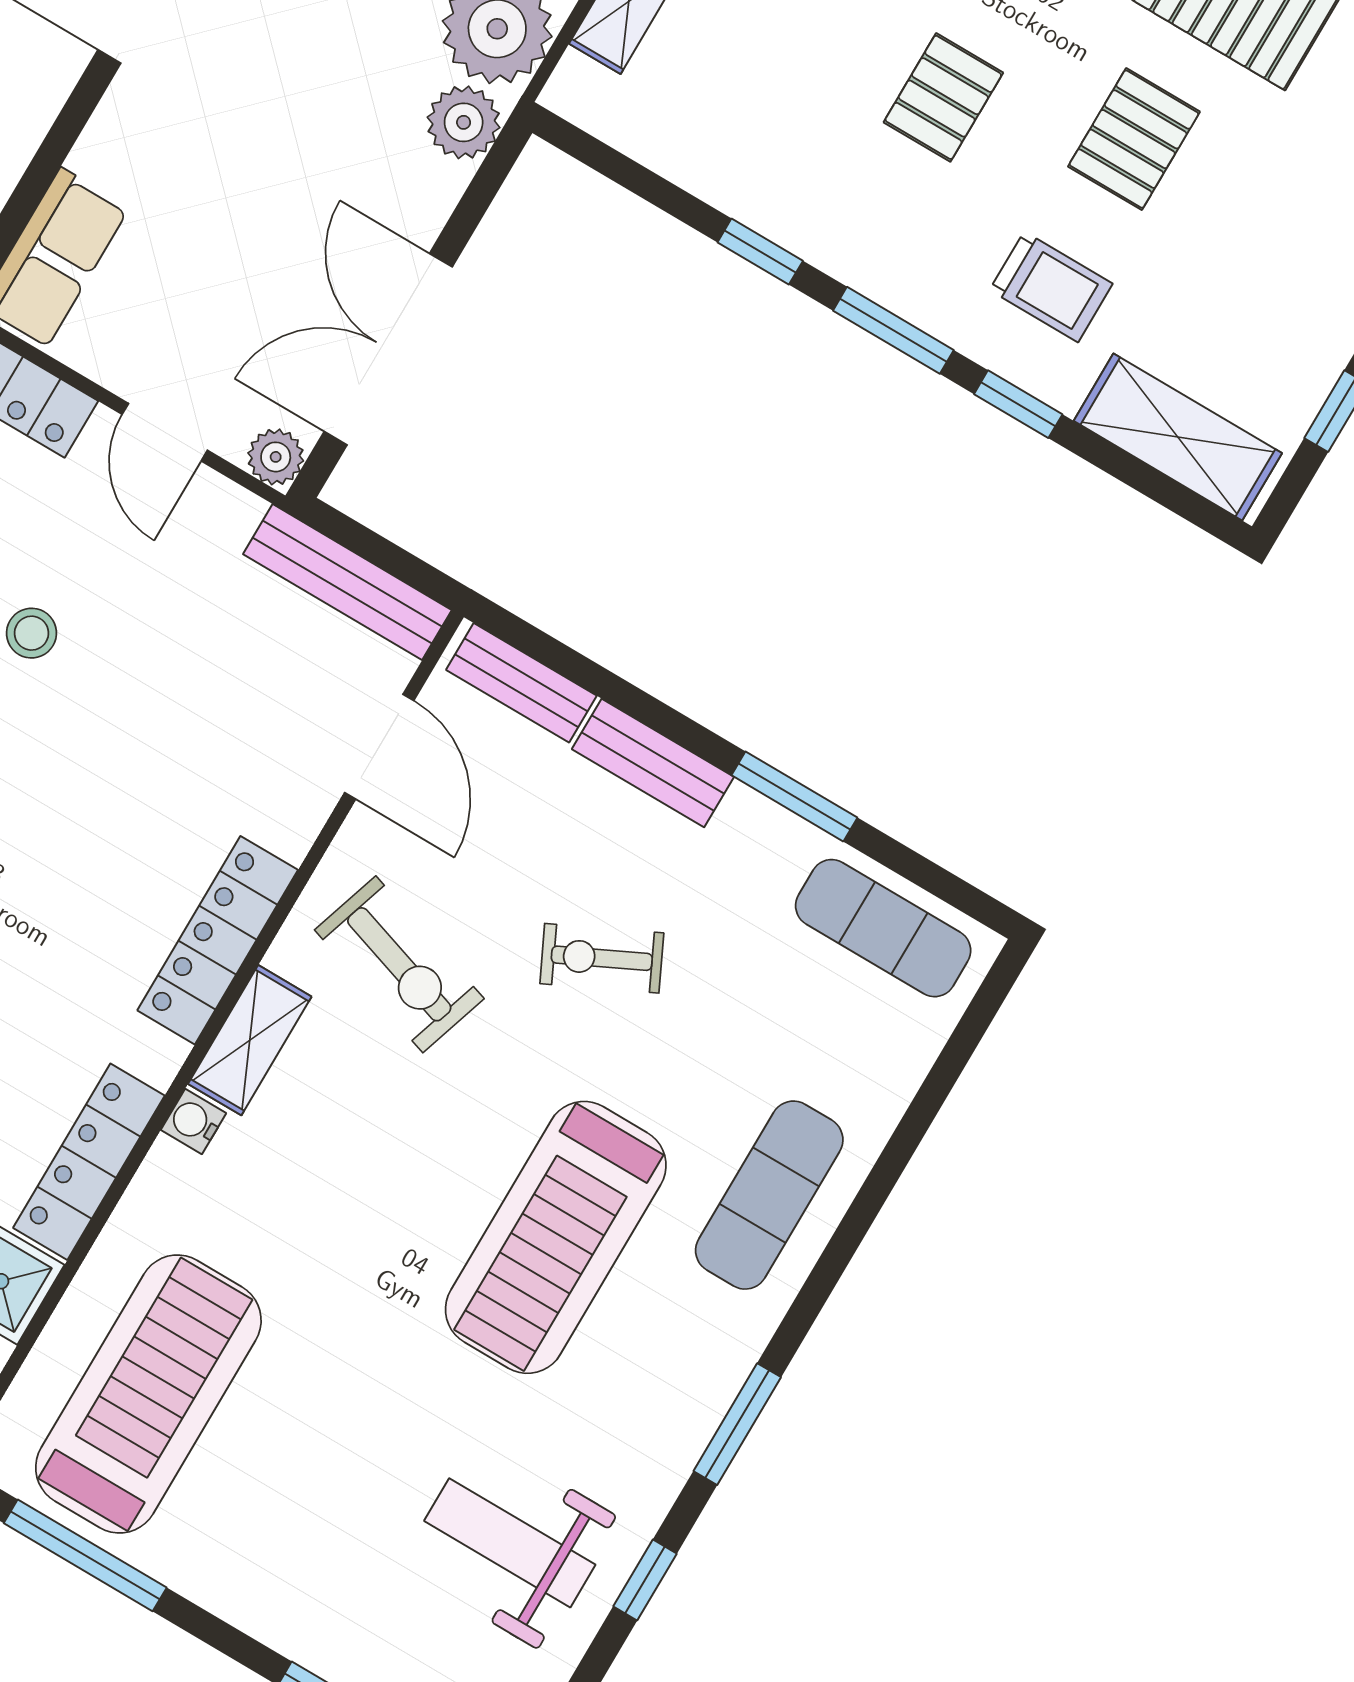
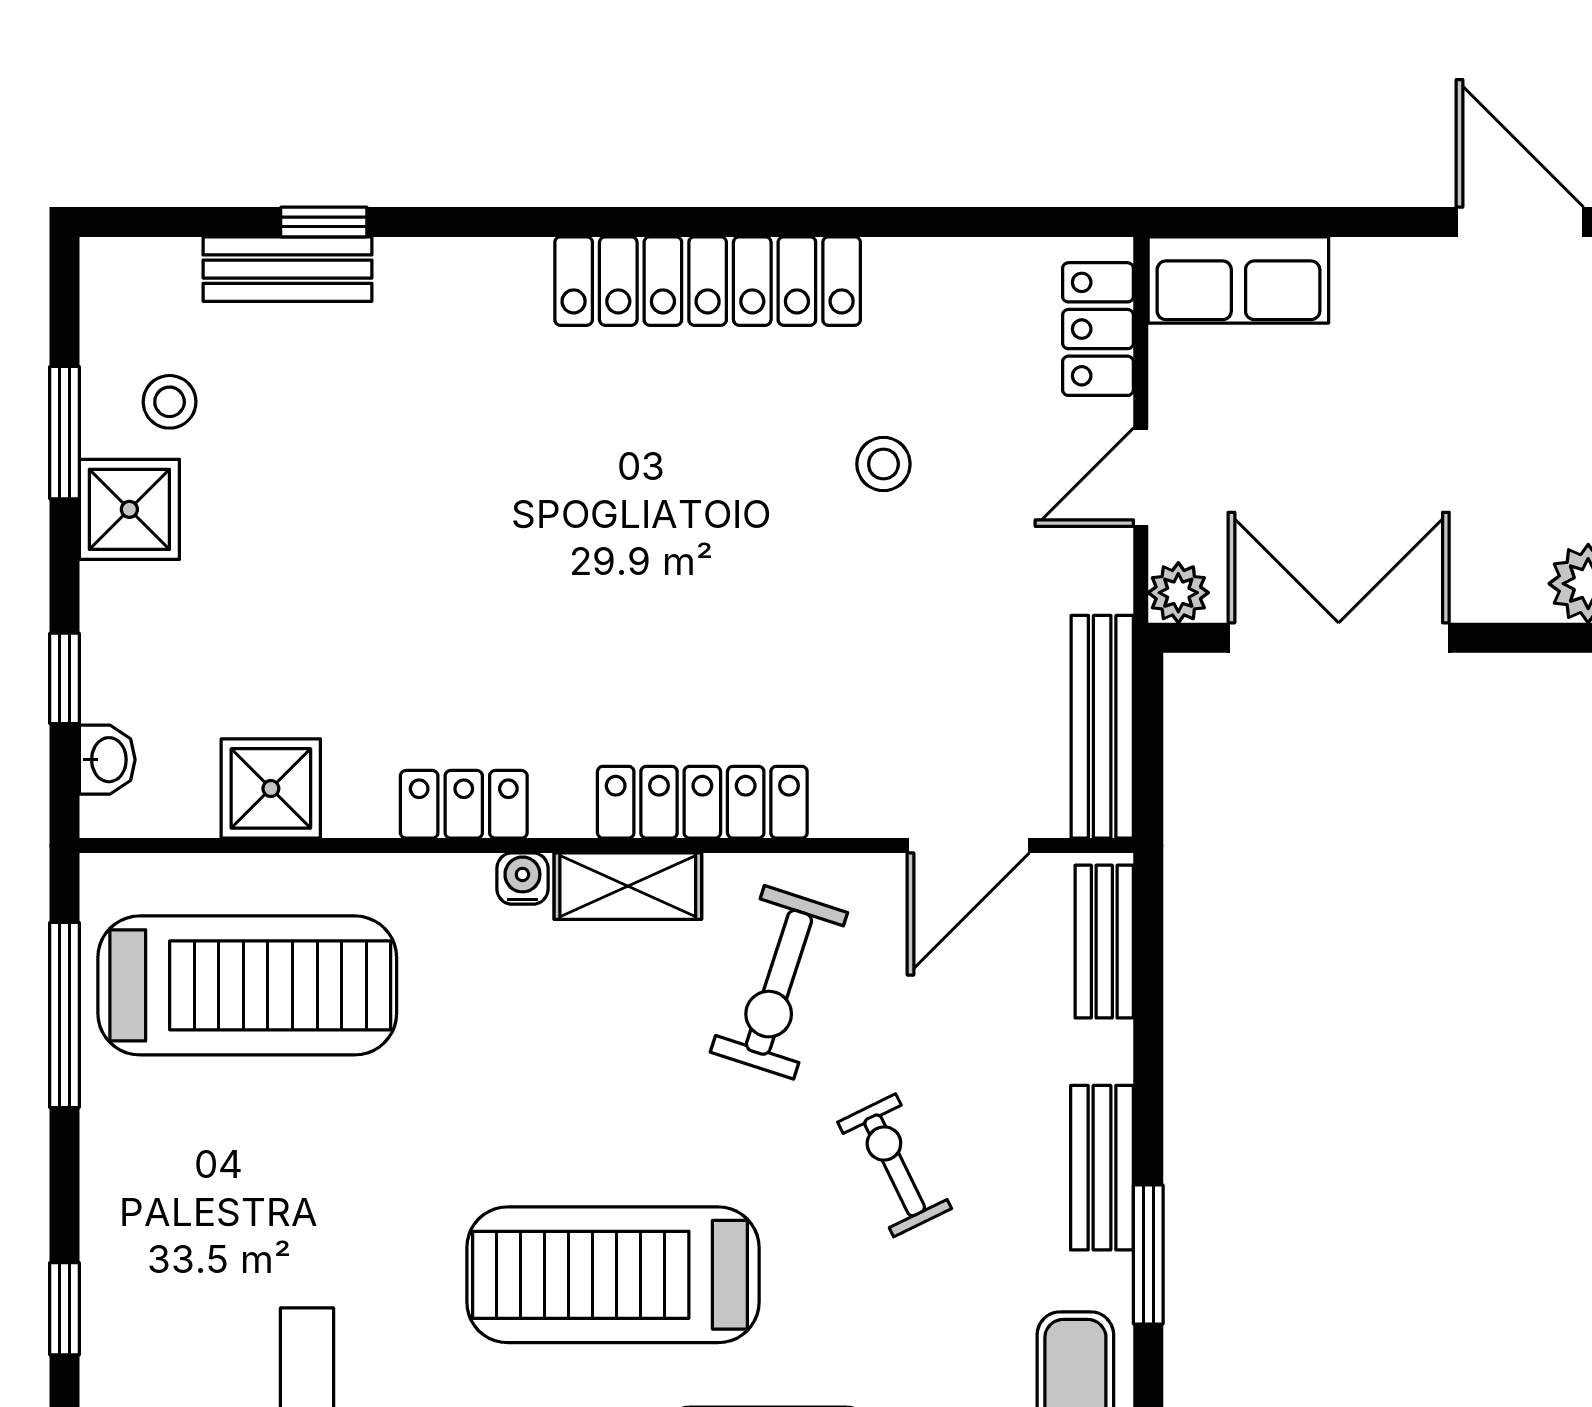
bench: (653, 763) -> (1102, 1168), moved
locker: (89, 1162) -> (464, 804), width x0.66

